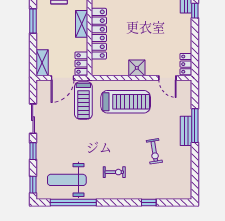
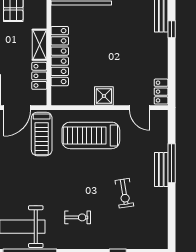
locker: (81, 64) -> (39, 76), moved
treadmill: (126, 102) -> (91, 135), turned 180

